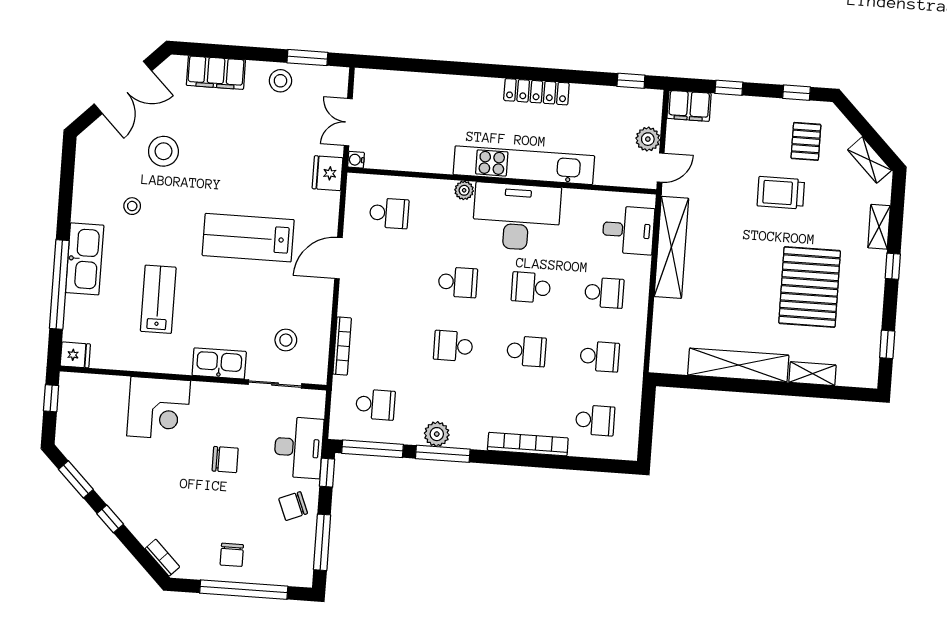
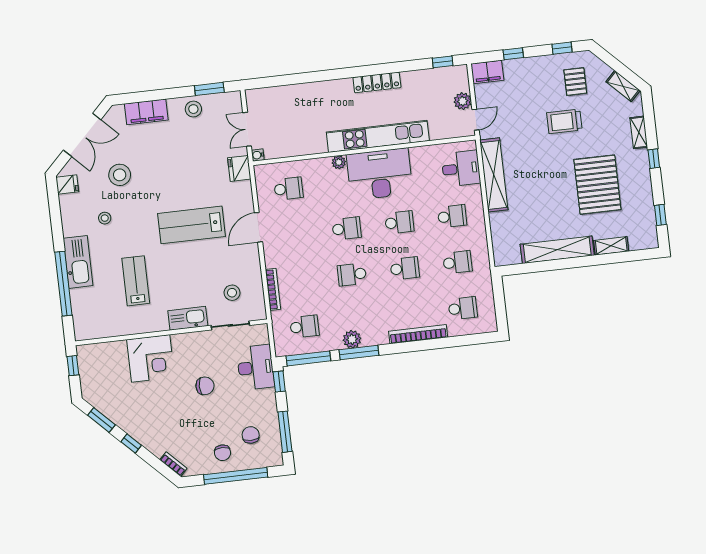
school desk: (531, 287) -> (399, 222), turned 180
fridge: (75, 355) -> (67, 185), moved
chair: (293, 506) -> (251, 435), moved, turned 112

